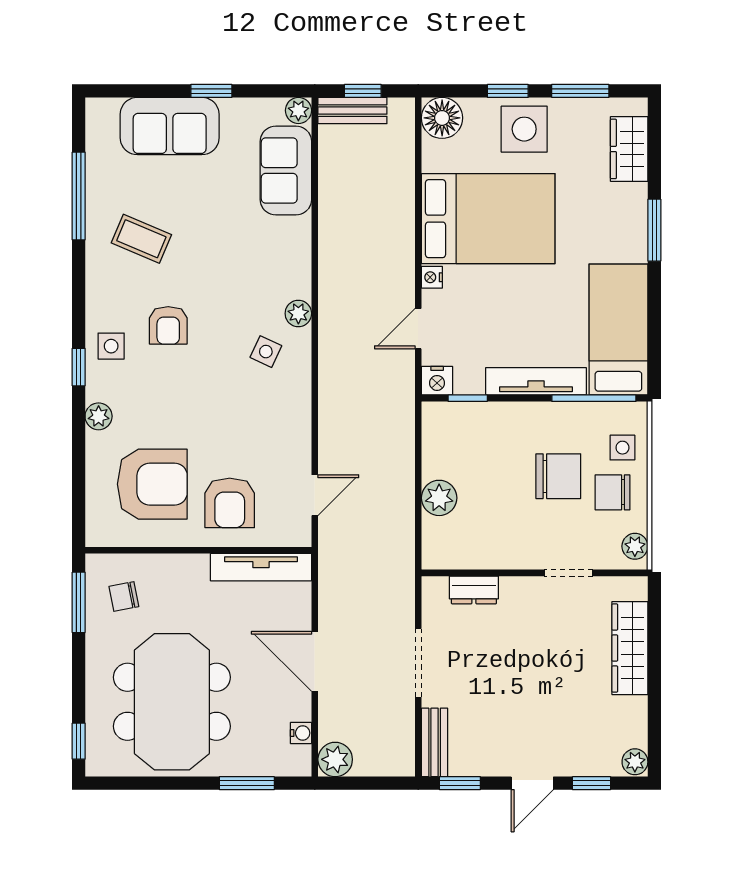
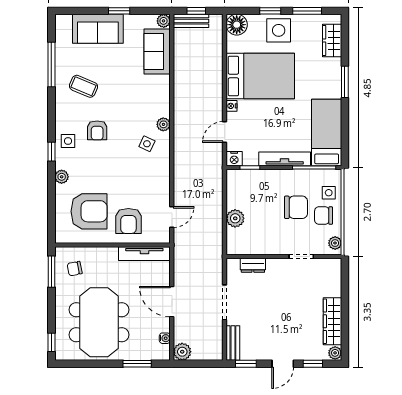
wardrobe: (630, 648) -> (332, 321), moved

